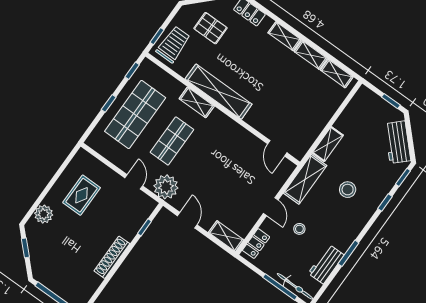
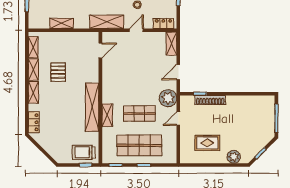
pallet: (210, 28) -> (58, 72), moved
shelving: (328, 144) -> (62, 23), moved
shoe rack: (112, 257) -> (210, 100), moved

